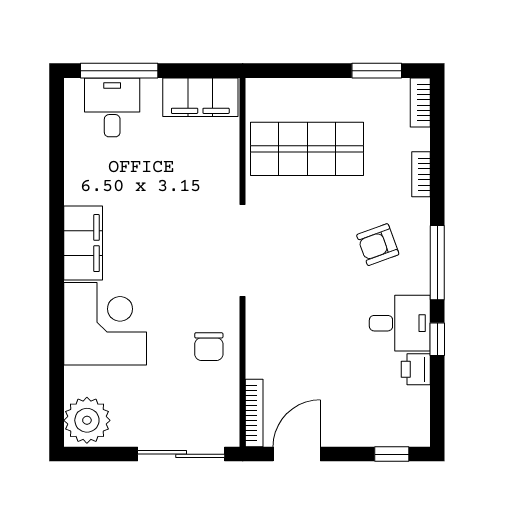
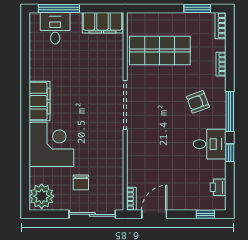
chair: (209, 347) -> (81, 182), moved
printer: (416, 369) -> (218, 187), moved
bookcase: (254, 413) -> (131, 199), width x0.64

